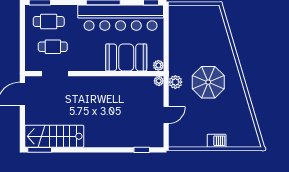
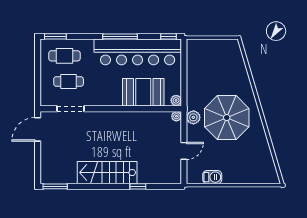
parasol: (208, 82) -> (227, 118), width x1.36, depth x1.36
stairs: (54, 136) -> (107, 173), moved
barbecue: (217, 141) -> (212, 177), moved
window: (142, 150) -> (138, 186), moved

